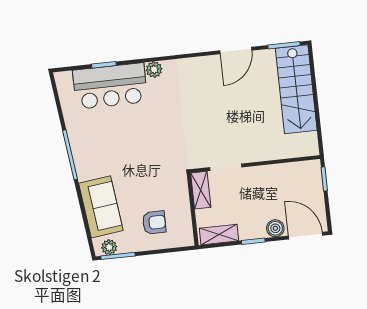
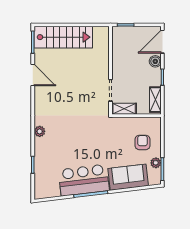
bar counter: (110, 86) -> (84, 180), moved, turned -97
plant: (109, 247) -> (156, 163), moved

